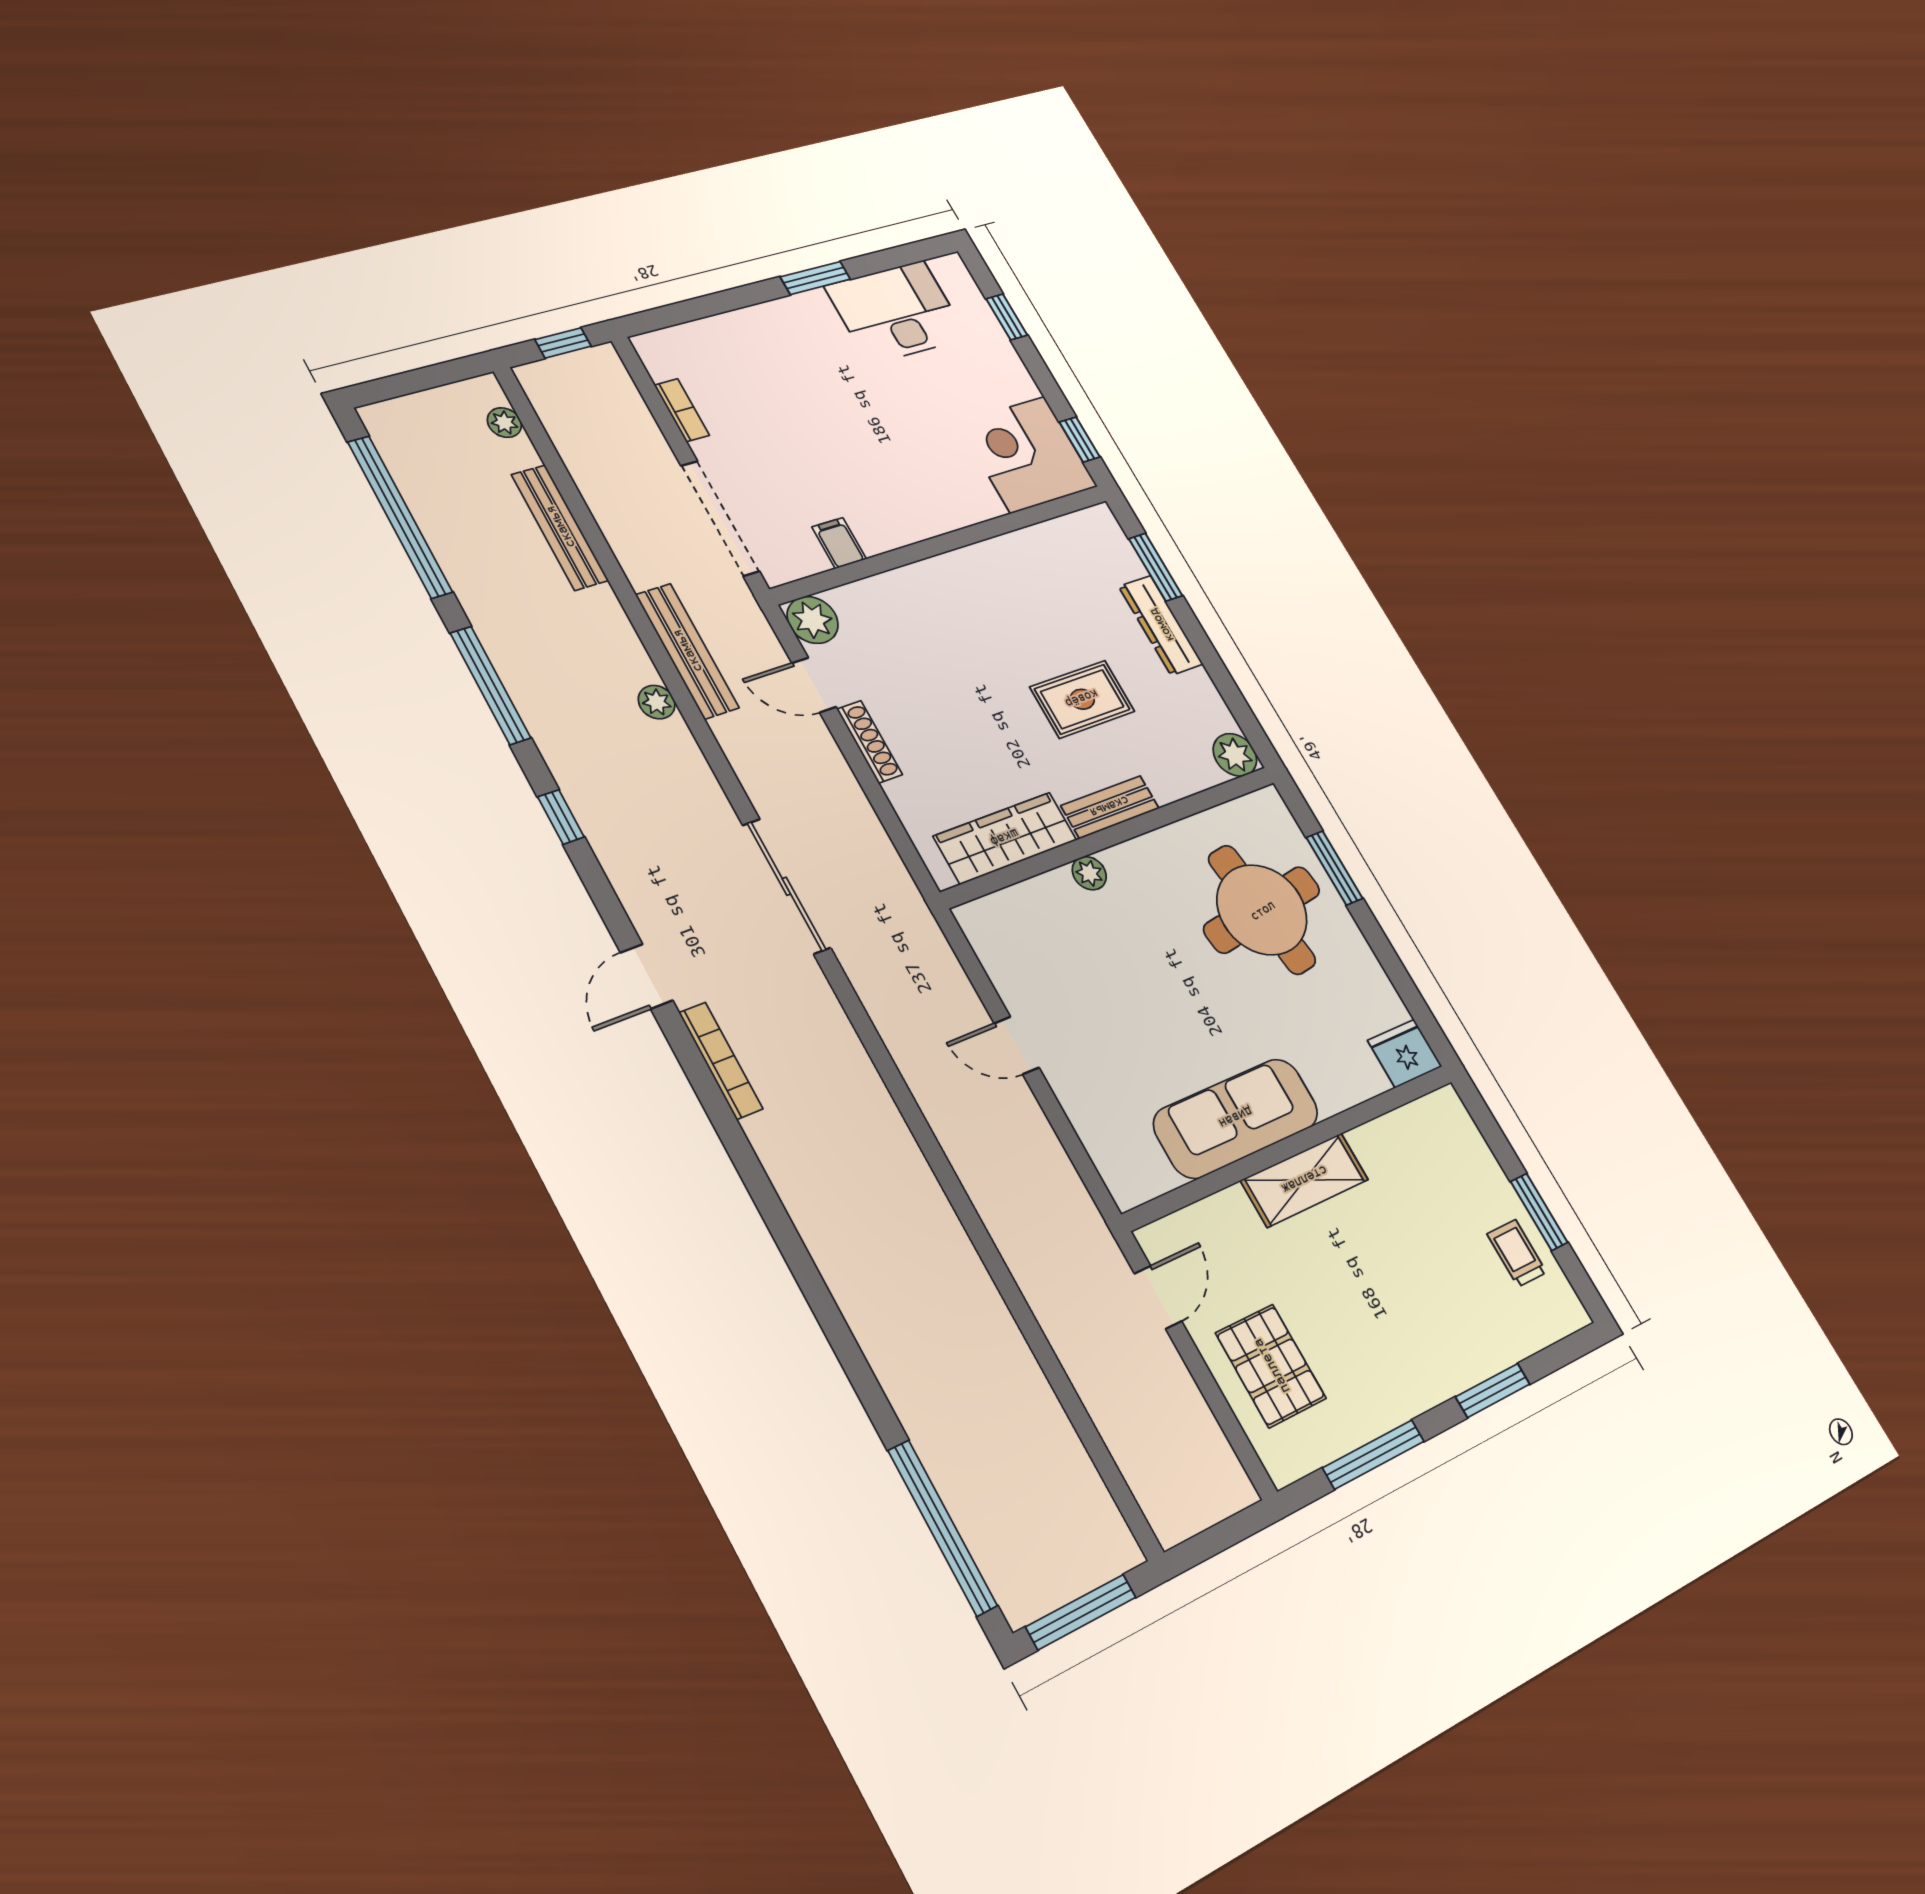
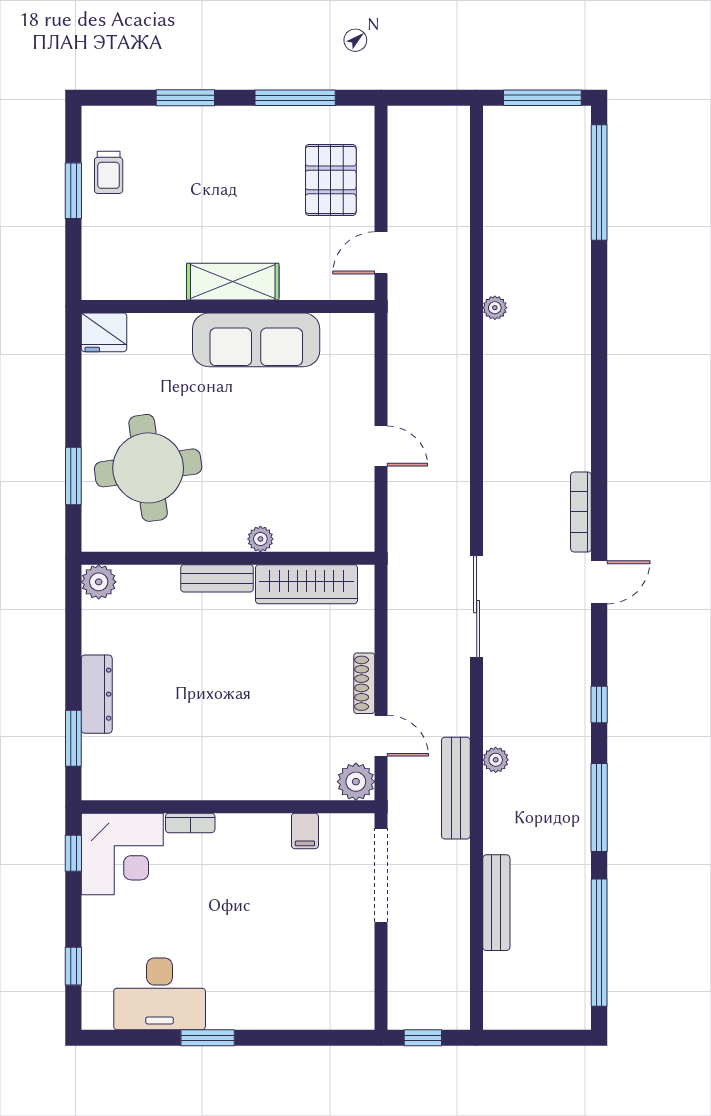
bookcase: (682, 410) -> (190, 823), moved, turned -90
plant: (504, 423) -> (495, 308), moved
rug: (1082, 699) -> (191, 661), removed

